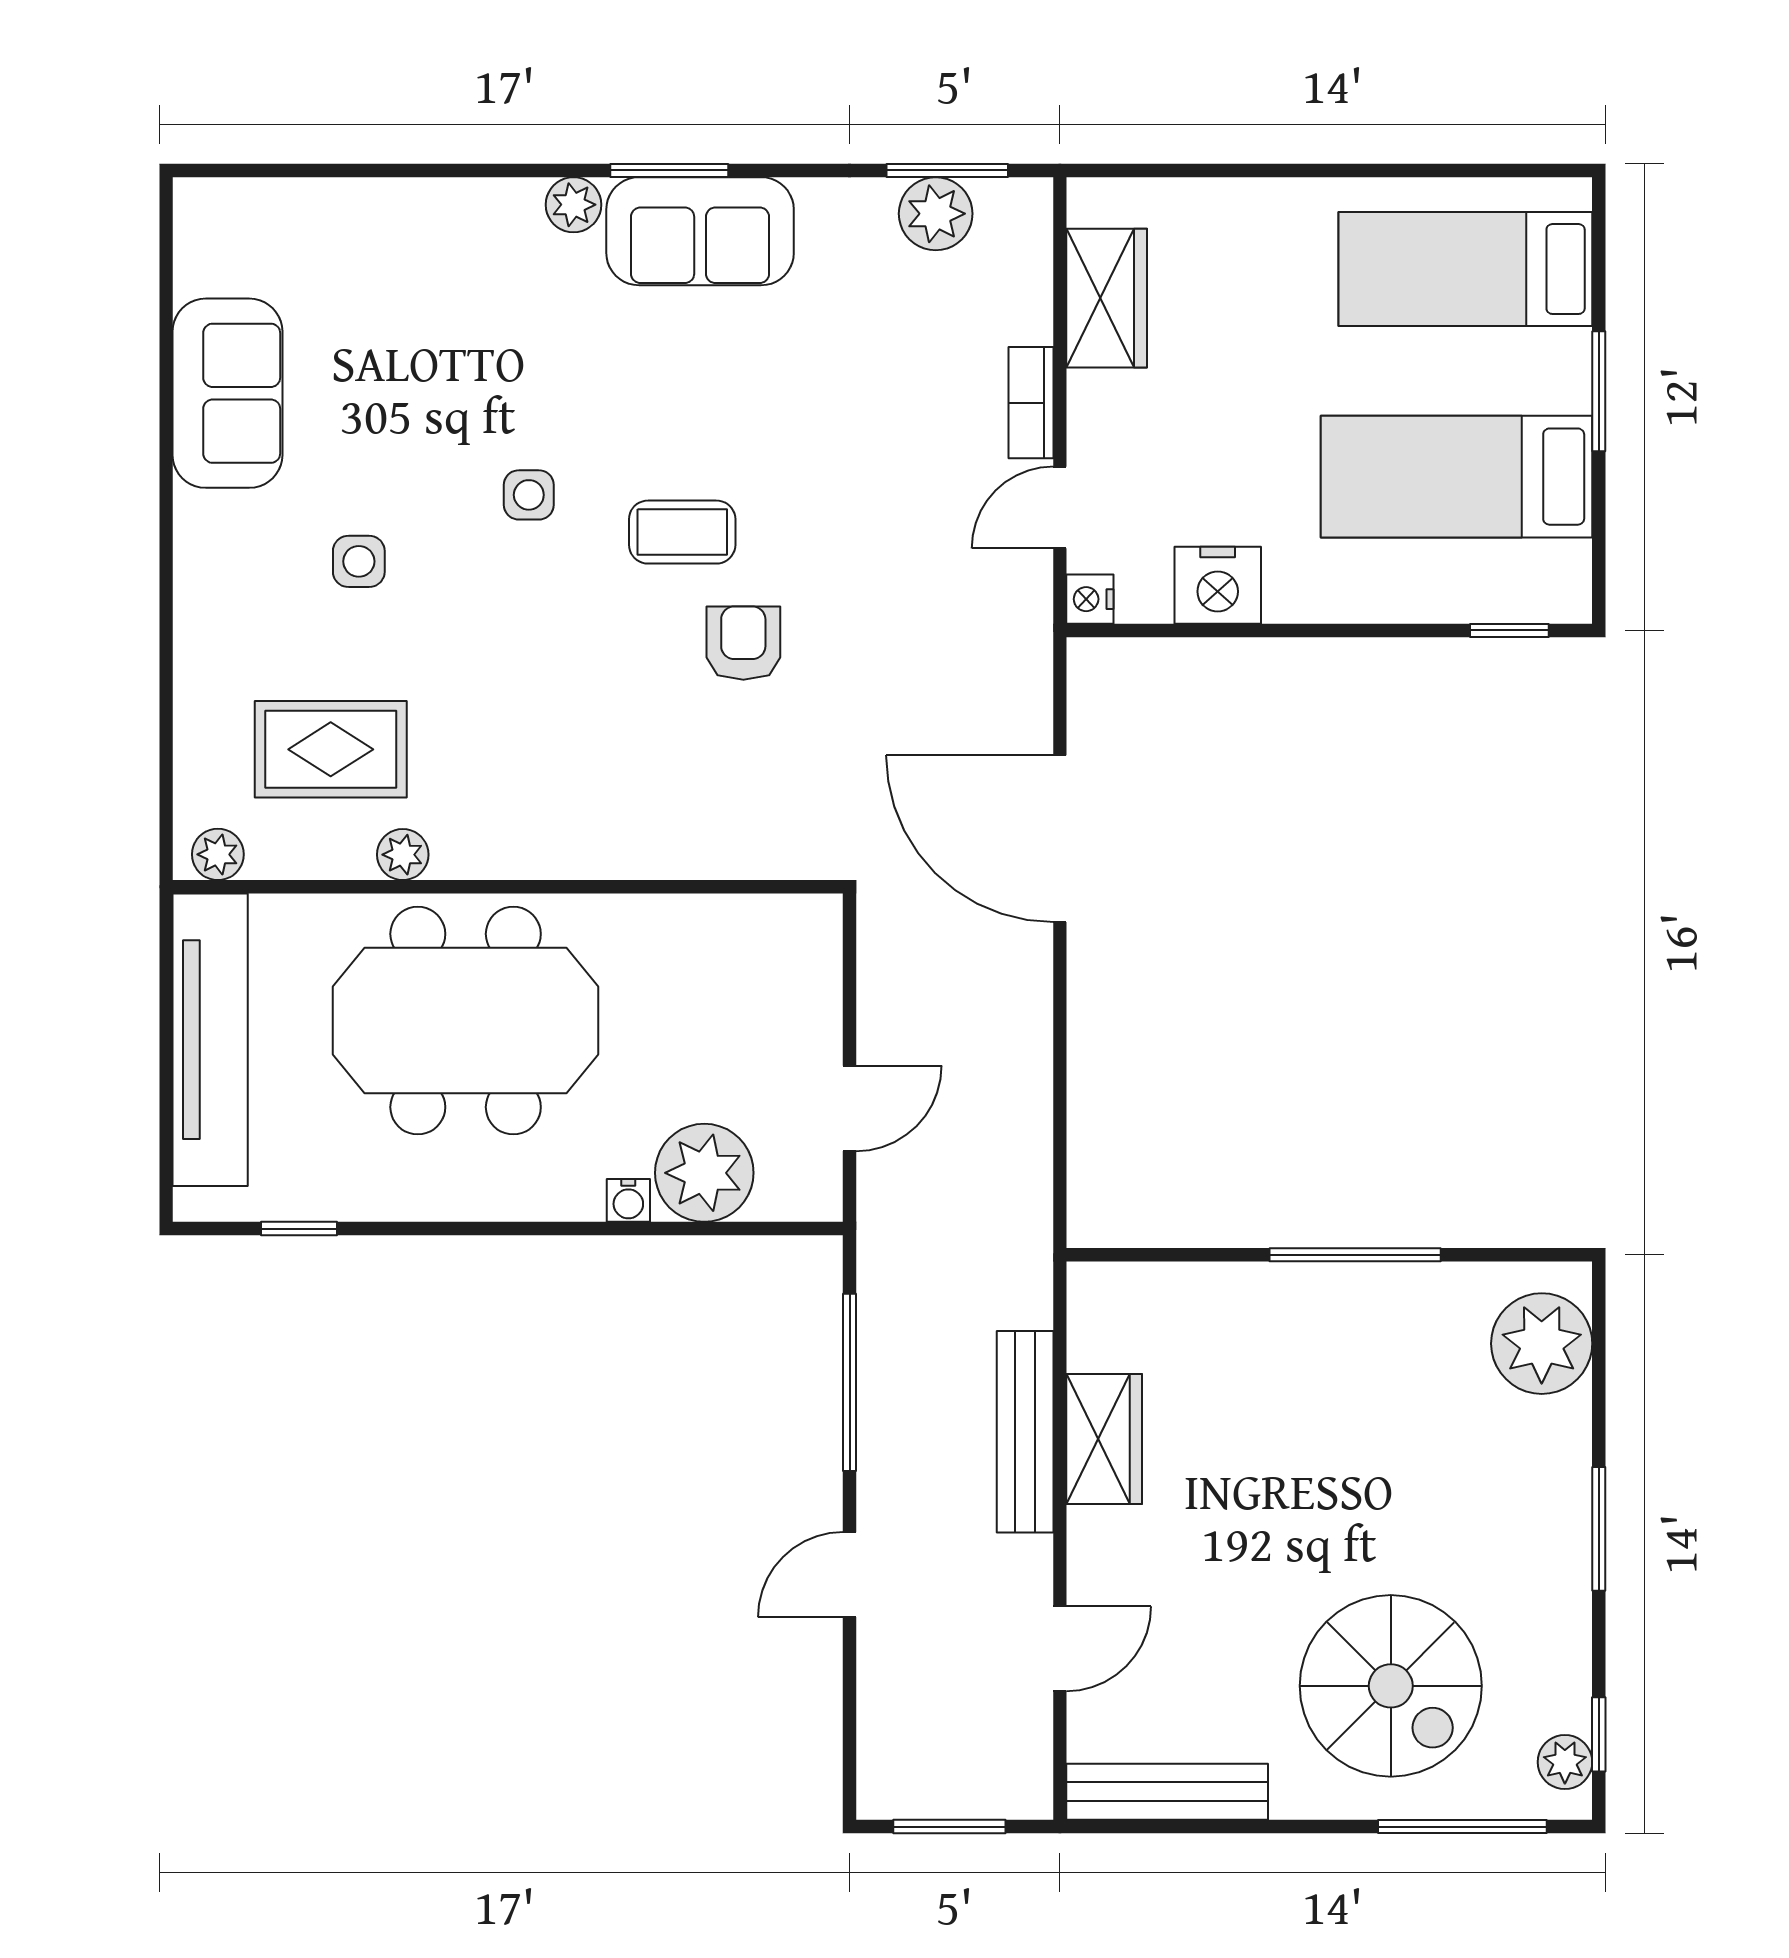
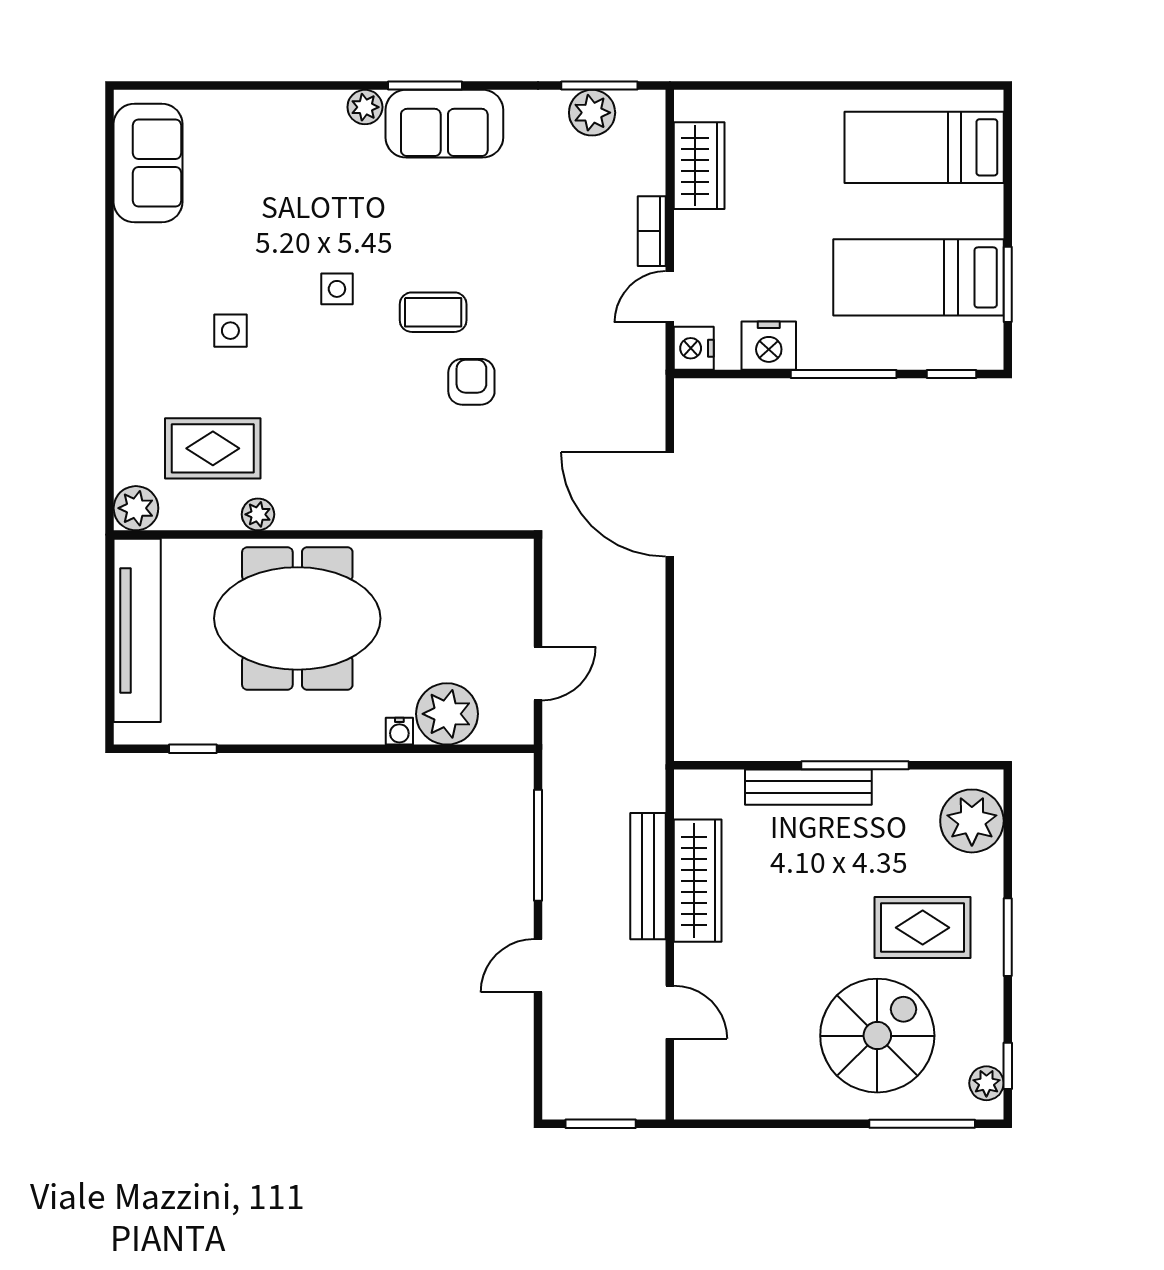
window: (1599, 391) -> (1008, 284), moved
sofa: (227, 393) -> (148, 163), moved
nightstand: (1090, 599) -> (694, 348), width x1.39, depth x1.35
window: (1337, 630) -> (844, 374), added
plant: (218, 854) -> (136, 508), width x1.38, depth x1.38
wardrobe: (1104, 1439) -> (698, 881), width x1.50
rug: (1463, 1514) -> (923, 928), added
door: (1060, 1649) -> (670, 1012), hinge flipped
spiral stairs: (1391, 1686) -> (877, 1036), turned -90
bench: (1167, 1792) -> (808, 787), moved

